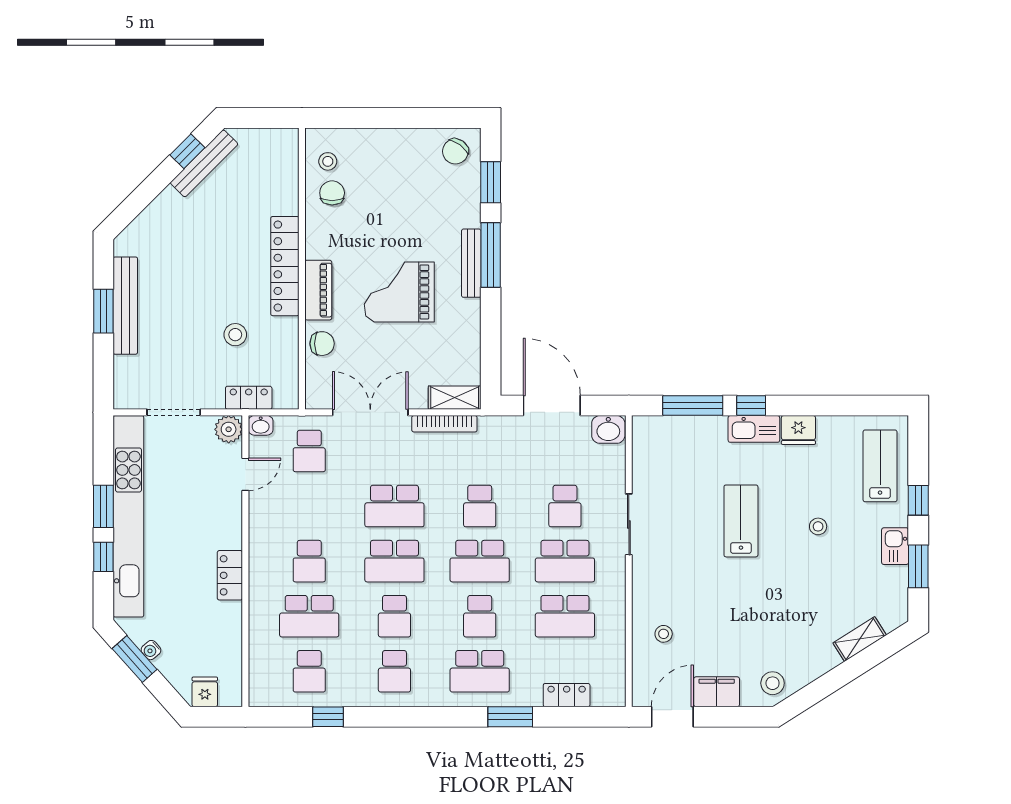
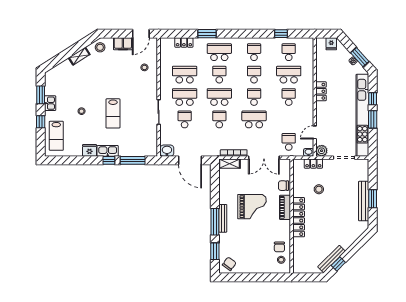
school desk: (394, 561) -> (254, 97), width x0.54
shelving: (860, 639) -> (79, 56), moved

